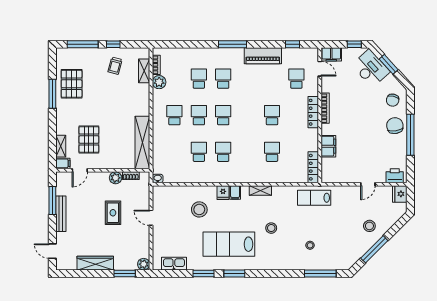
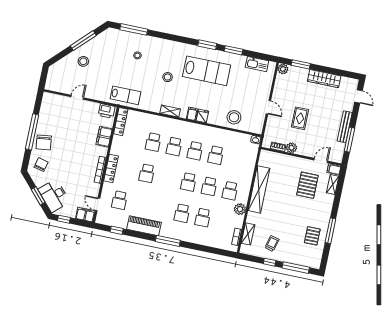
plant: (159, 82) -> (240, 209), moved
pallet: (72, 84) -> (312, 236), width x0.67, depth x0.71
shelving: (142, 143) -> (259, 189), moved
school desk: (248, 152) -> (174, 146), added
printer: (395, 176) -> (107, 111), moved
fridge: (400, 194) -> (52, 83), removed
stool: (199, 209) -> (234, 117), moved

